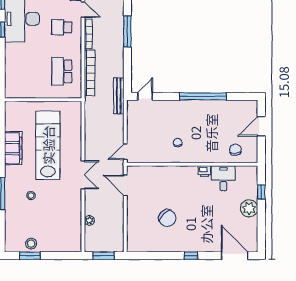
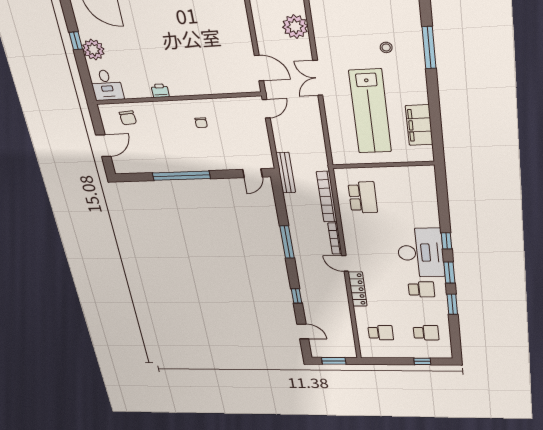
school desk: (62, 27) -> (369, 245), removed
filing cabinet: (13, 148) -> (419, 125), moved
desk: (223, 178) -> (106, 85), moved
window: (261, 192) -> (76, 41), moved
chair: (167, 218) -> (196, 30), removed
plant: (89, 220) -> (295, 27), width x1.88, depth x1.88

